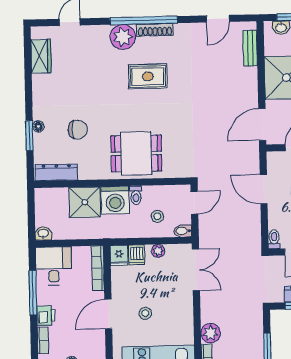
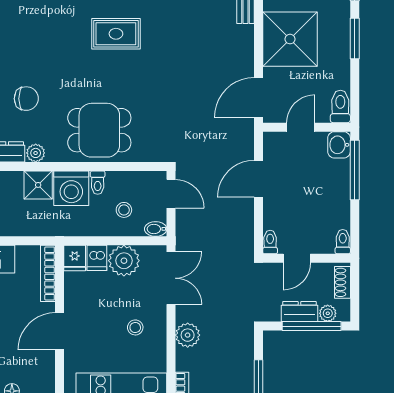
plant: (86, 173) -> (36, 153), added
door: (264, 189) -> (258, 179), hinge flipped
shower: (85, 202) -> (38, 185), width x0.73, depth x0.73
door: (194, 203) -> (171, 194), hinge flipped
plant: (158, 251) -> (124, 261), width x1.87, depth x1.87
stool: (145, 313) -> (135, 327), moved
plant: (211, 333) -> (188, 335), moved

